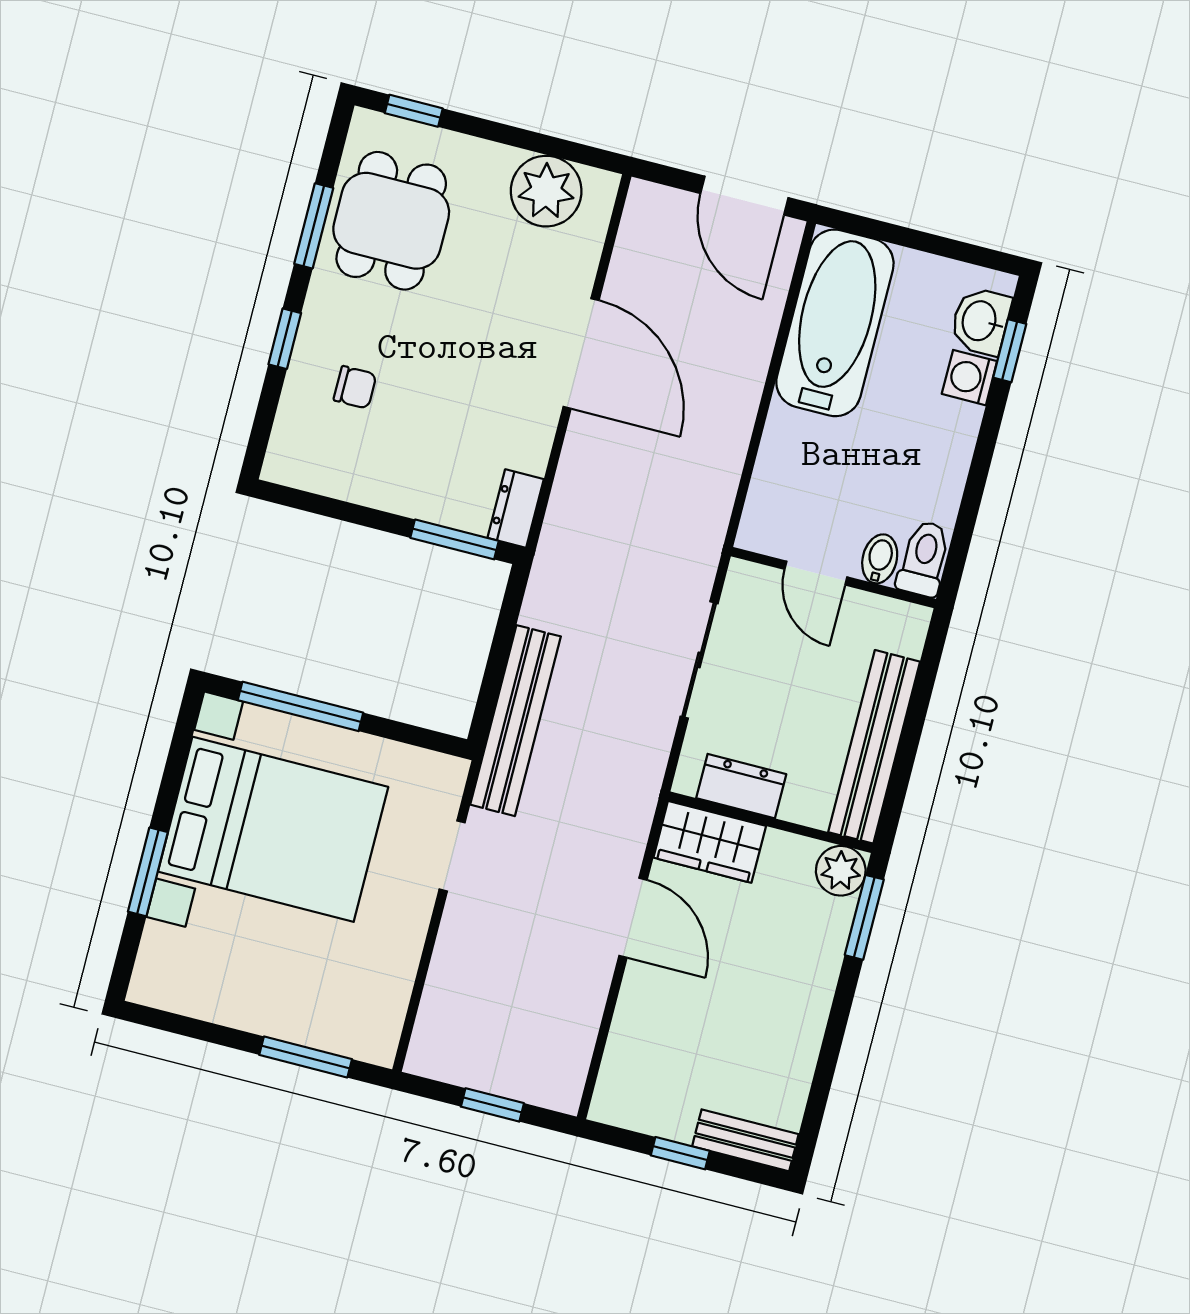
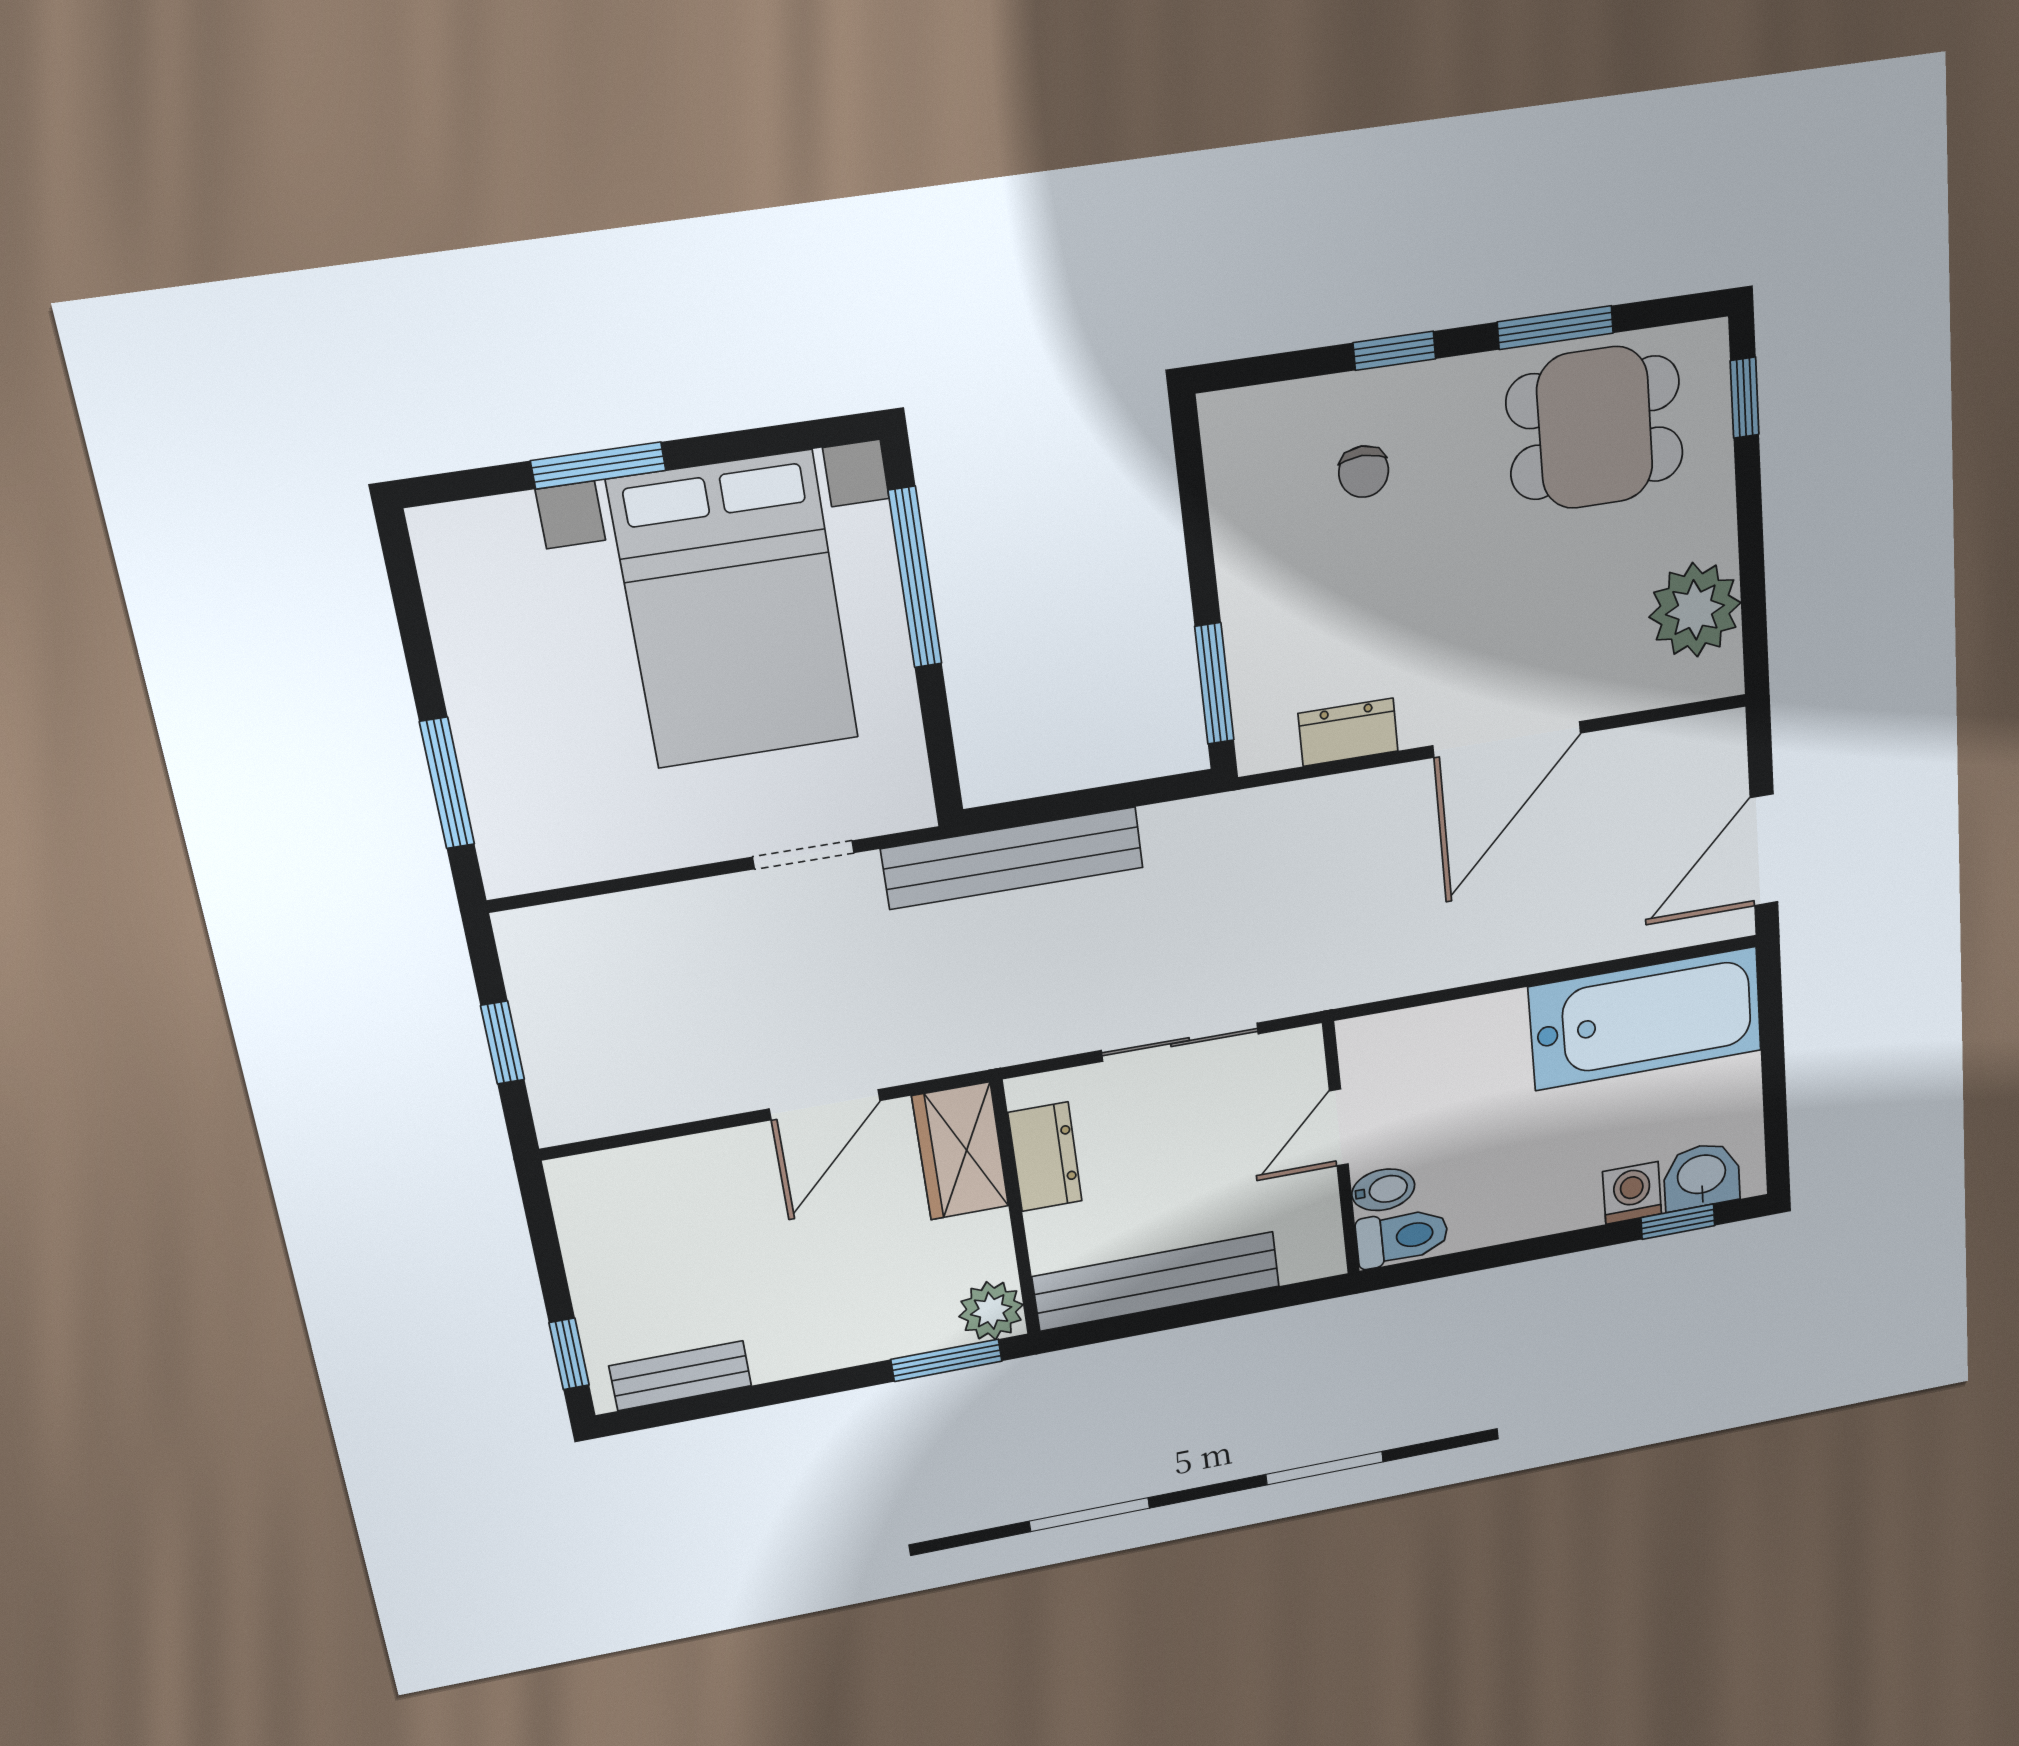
dresser: (516, 509) -> (1348, 732), moved
bench: (745, 1140) -> (680, 1376), moved, turned 90
window: (680, 1153) -> (569, 1354), moved

